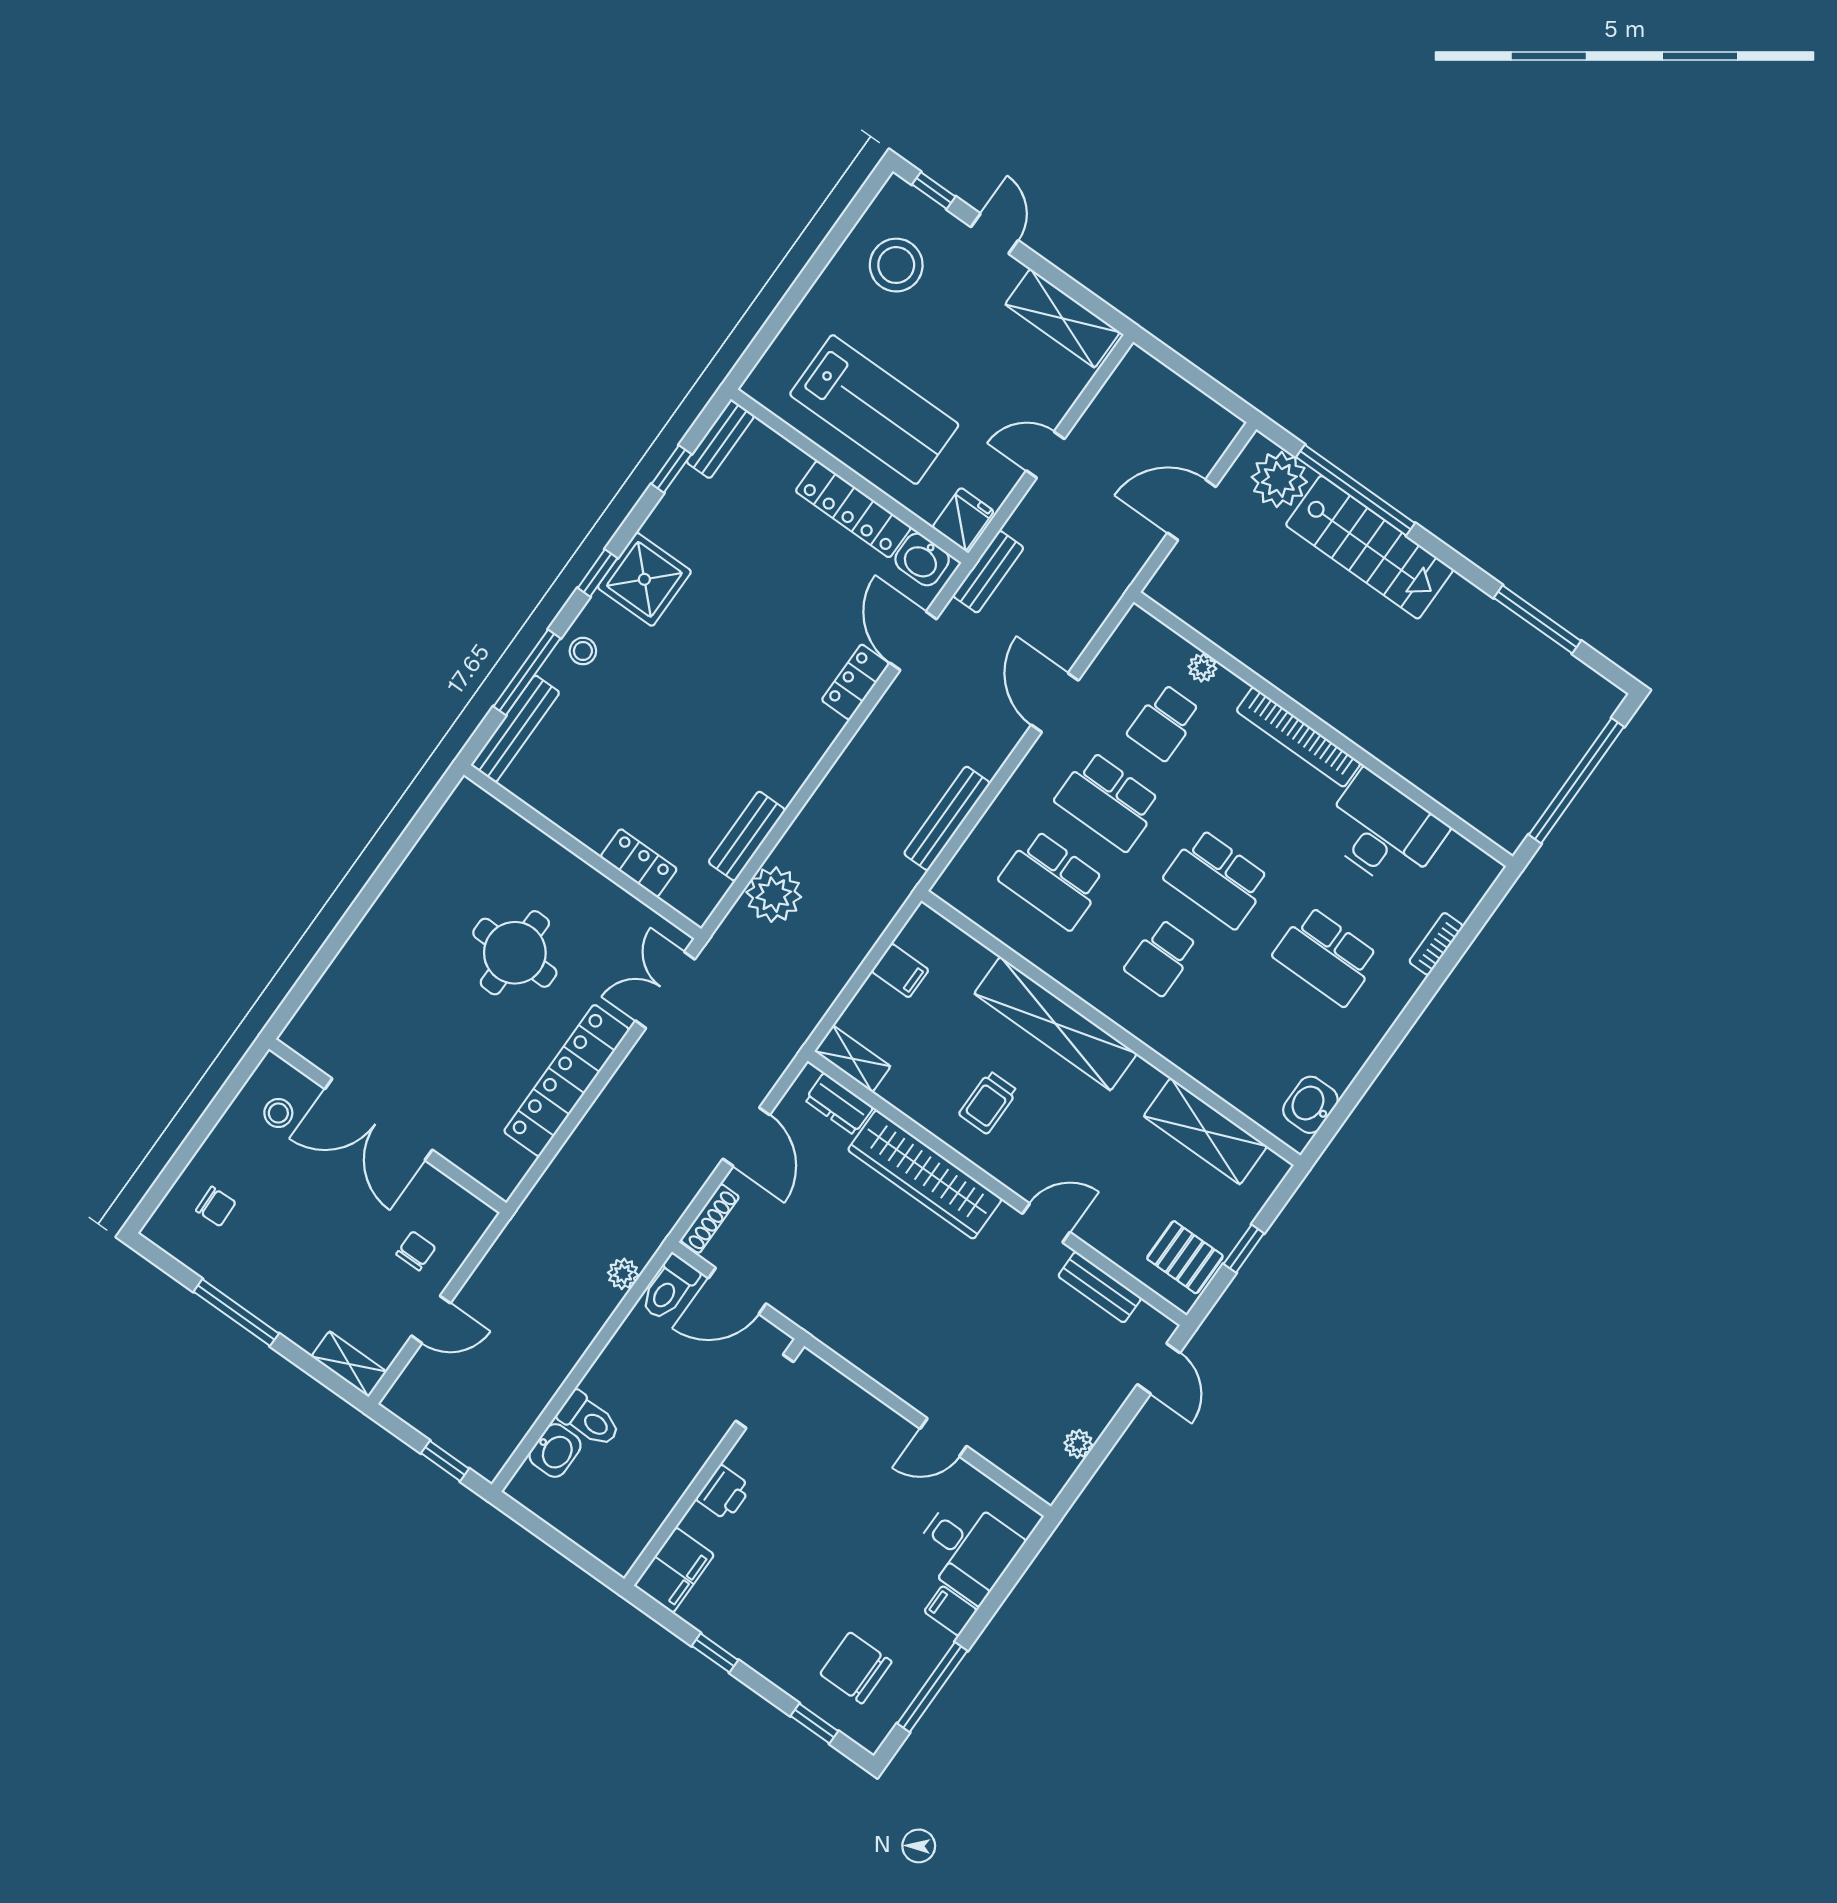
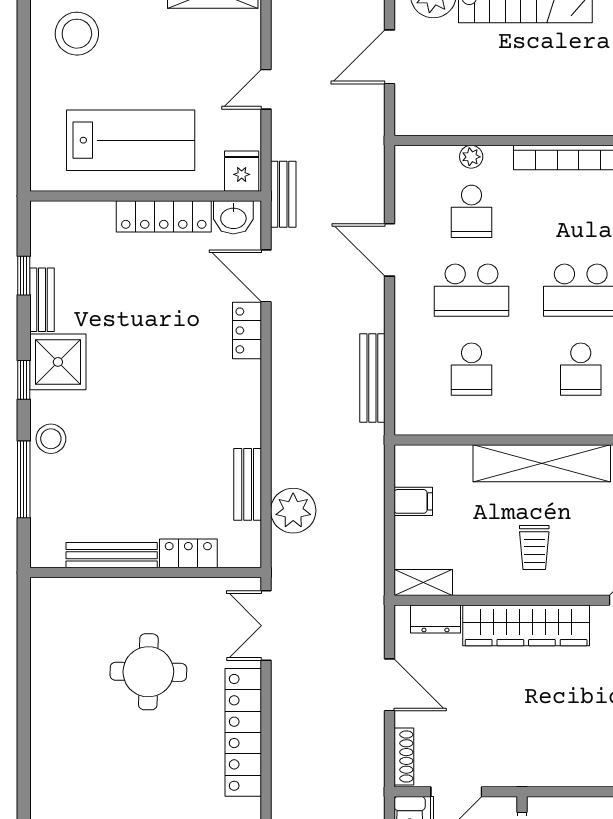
bench: (720, 439) -> (42, 300), moved
stool: (583, 651) -> (51, 439), width x1.37, depth x1.37
bench: (515, 729) -> (112, 555), moved, turned 90
school desk: (1052, 880) -> (471, 369), width x0.54

